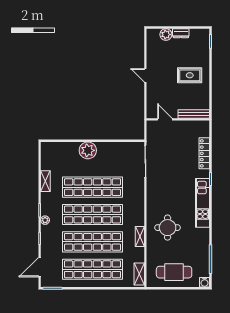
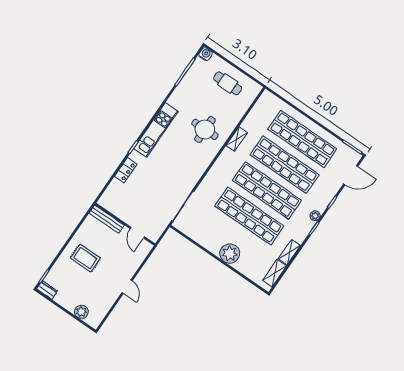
dresser: (181, 33) -> (47, 290), moved
locker: (204, 153) -> (126, 170), width x0.66
cafe table: (174, 272) -> (228, 83), width x0.73, depth x0.74
shelving: (139, 274) -> (275, 273), moved

